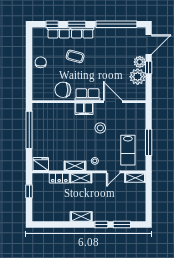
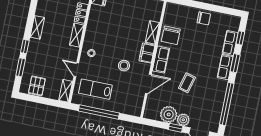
coffee table: (75, 56) -> (187, 83), moved
chair: (63, 90) -> (171, 35), turned 180
window: (149, 142) -> (99, 112), width x1.46
shelving: (75, 166) -> (152, 32), moved
pallet: (136, 206) -> (37, 86), added

